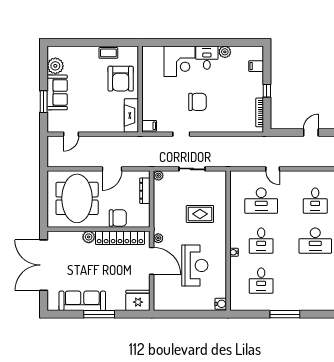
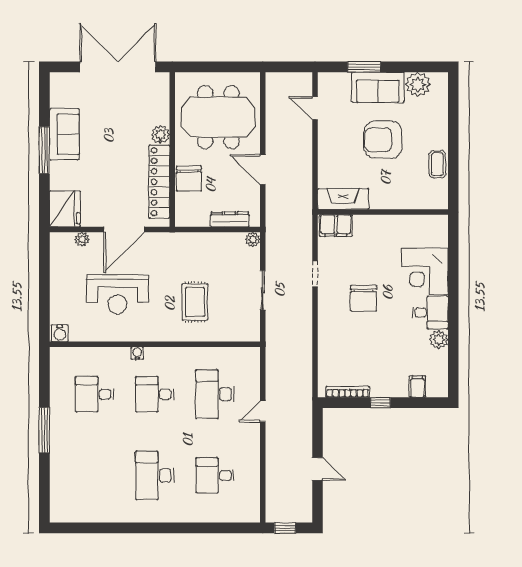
armchair: (121, 79) -> (383, 140), moved
filing cabinet: (149, 126) -> (336, 226), width x2.00
plant: (158, 238) -> (82, 239), moved
sofa: (82, 301) -> (64, 134), width x0.73

